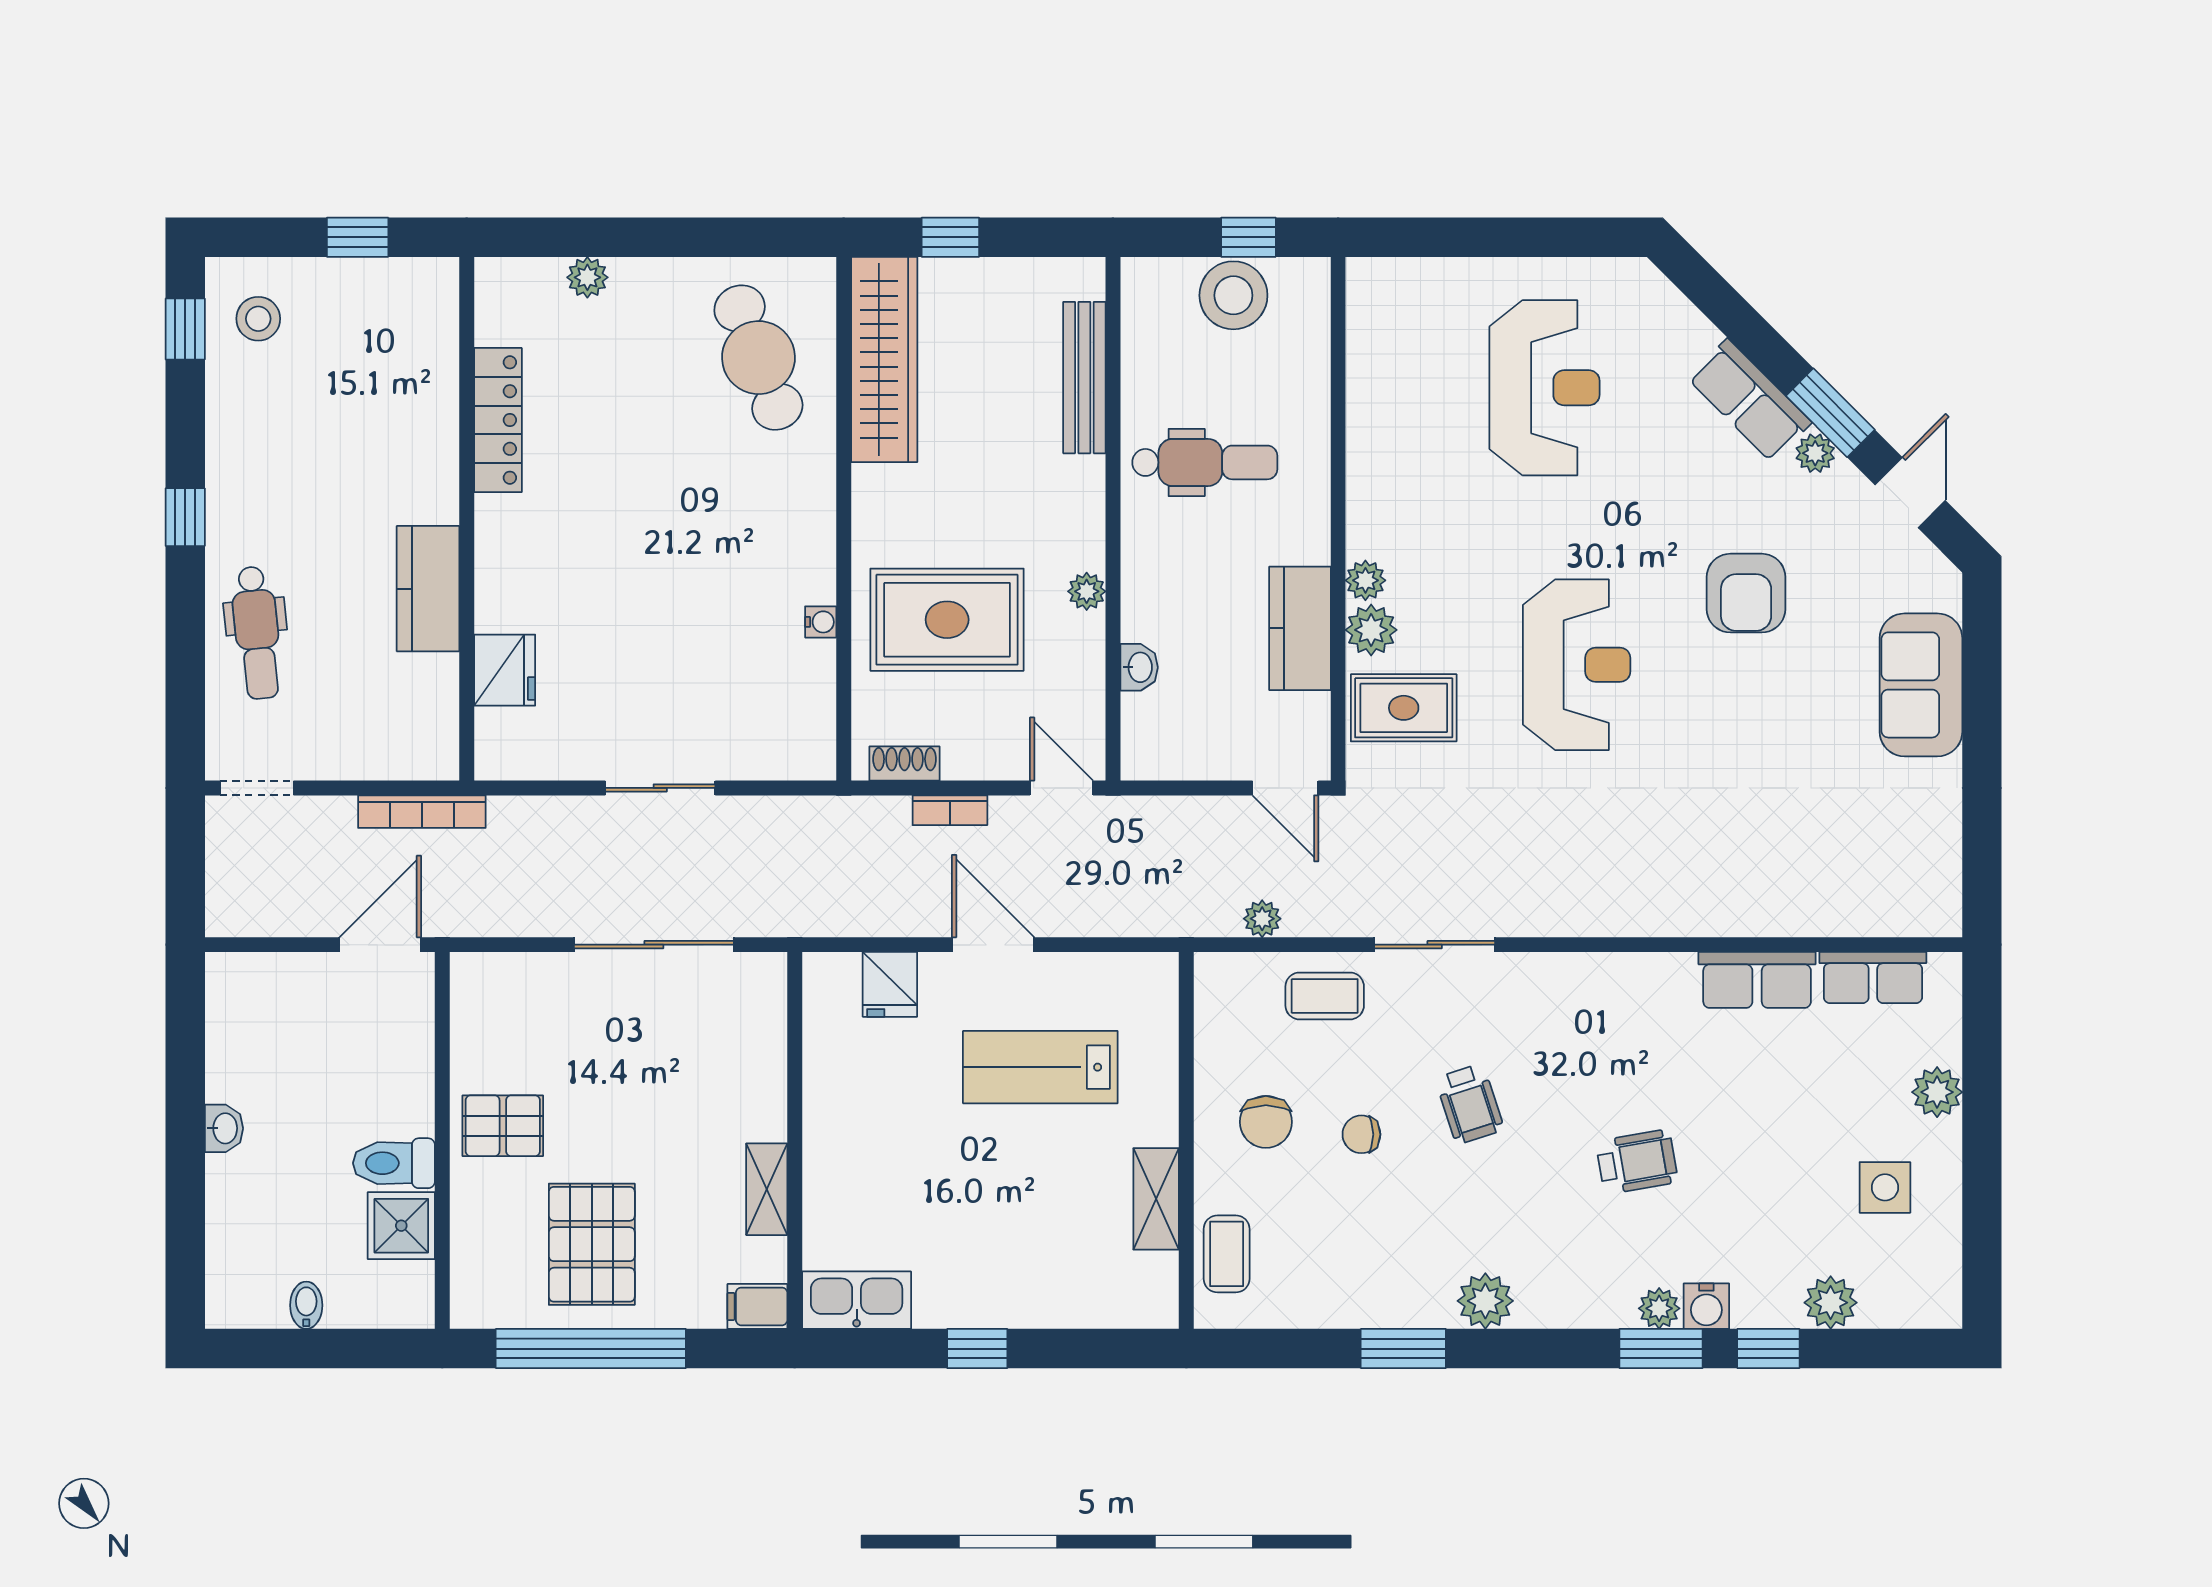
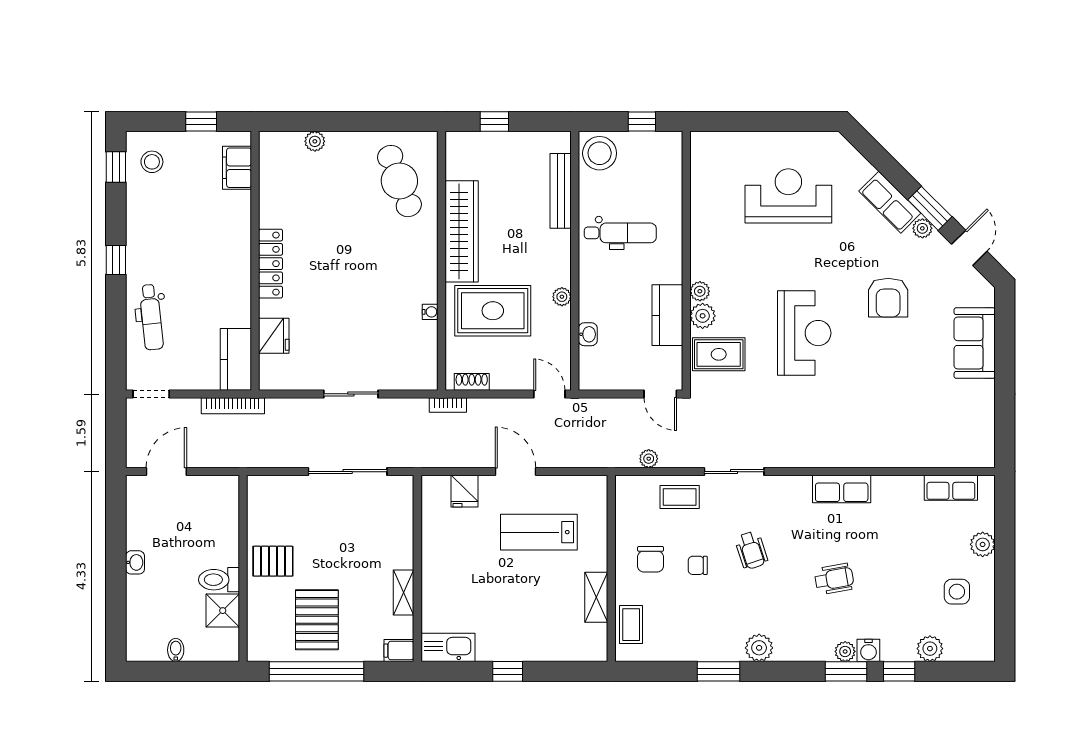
stool: (1233, 295) -> (600, 153), moved
filing cabinet: (430, 331) -> (237, 168), added
wardrobe: (884, 359) -> (462, 231), moved
reception desk: (1544, 388) -> (788, 196), turned -90
locker: (498, 420) -> (271, 264), moved
kitchen counter: (428, 589) -> (236, 359), moved
bookcase: (950, 810) -> (448, 405), moved
door: (380, 945) -> (166, 472), moved
row of seats: (1757, 980) -> (842, 489), moved

